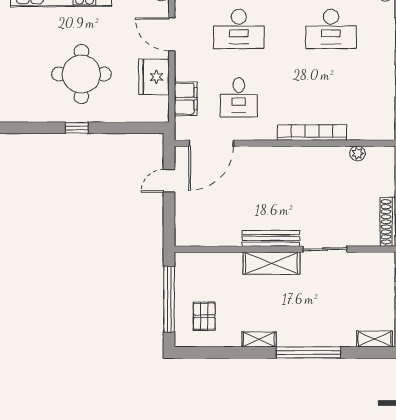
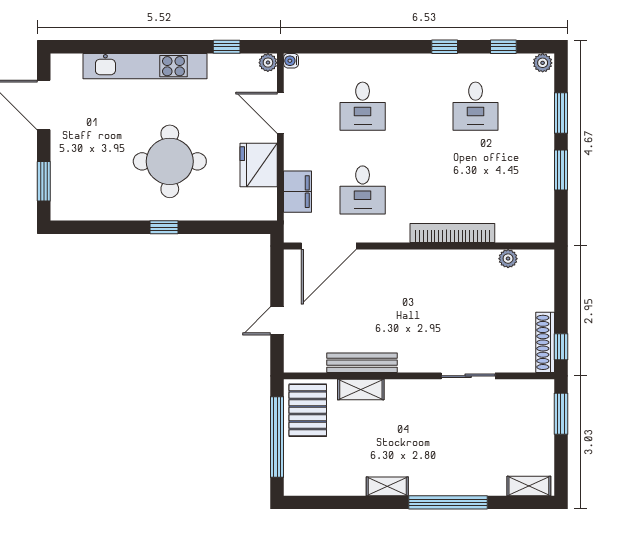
desk: (239, 29) -> (363, 106), width x0.73
desk: (331, 29) -> (476, 106), width x0.73
door: (169, 181) -> (277, 321), moved
bench: (271, 238) -> (362, 363), moved
shelving: (271, 263) -> (361, 390), moved, width x0.67, depth x0.75
pallet: (204, 316) -> (308, 410), moved, width x1.50, depth x1.42

